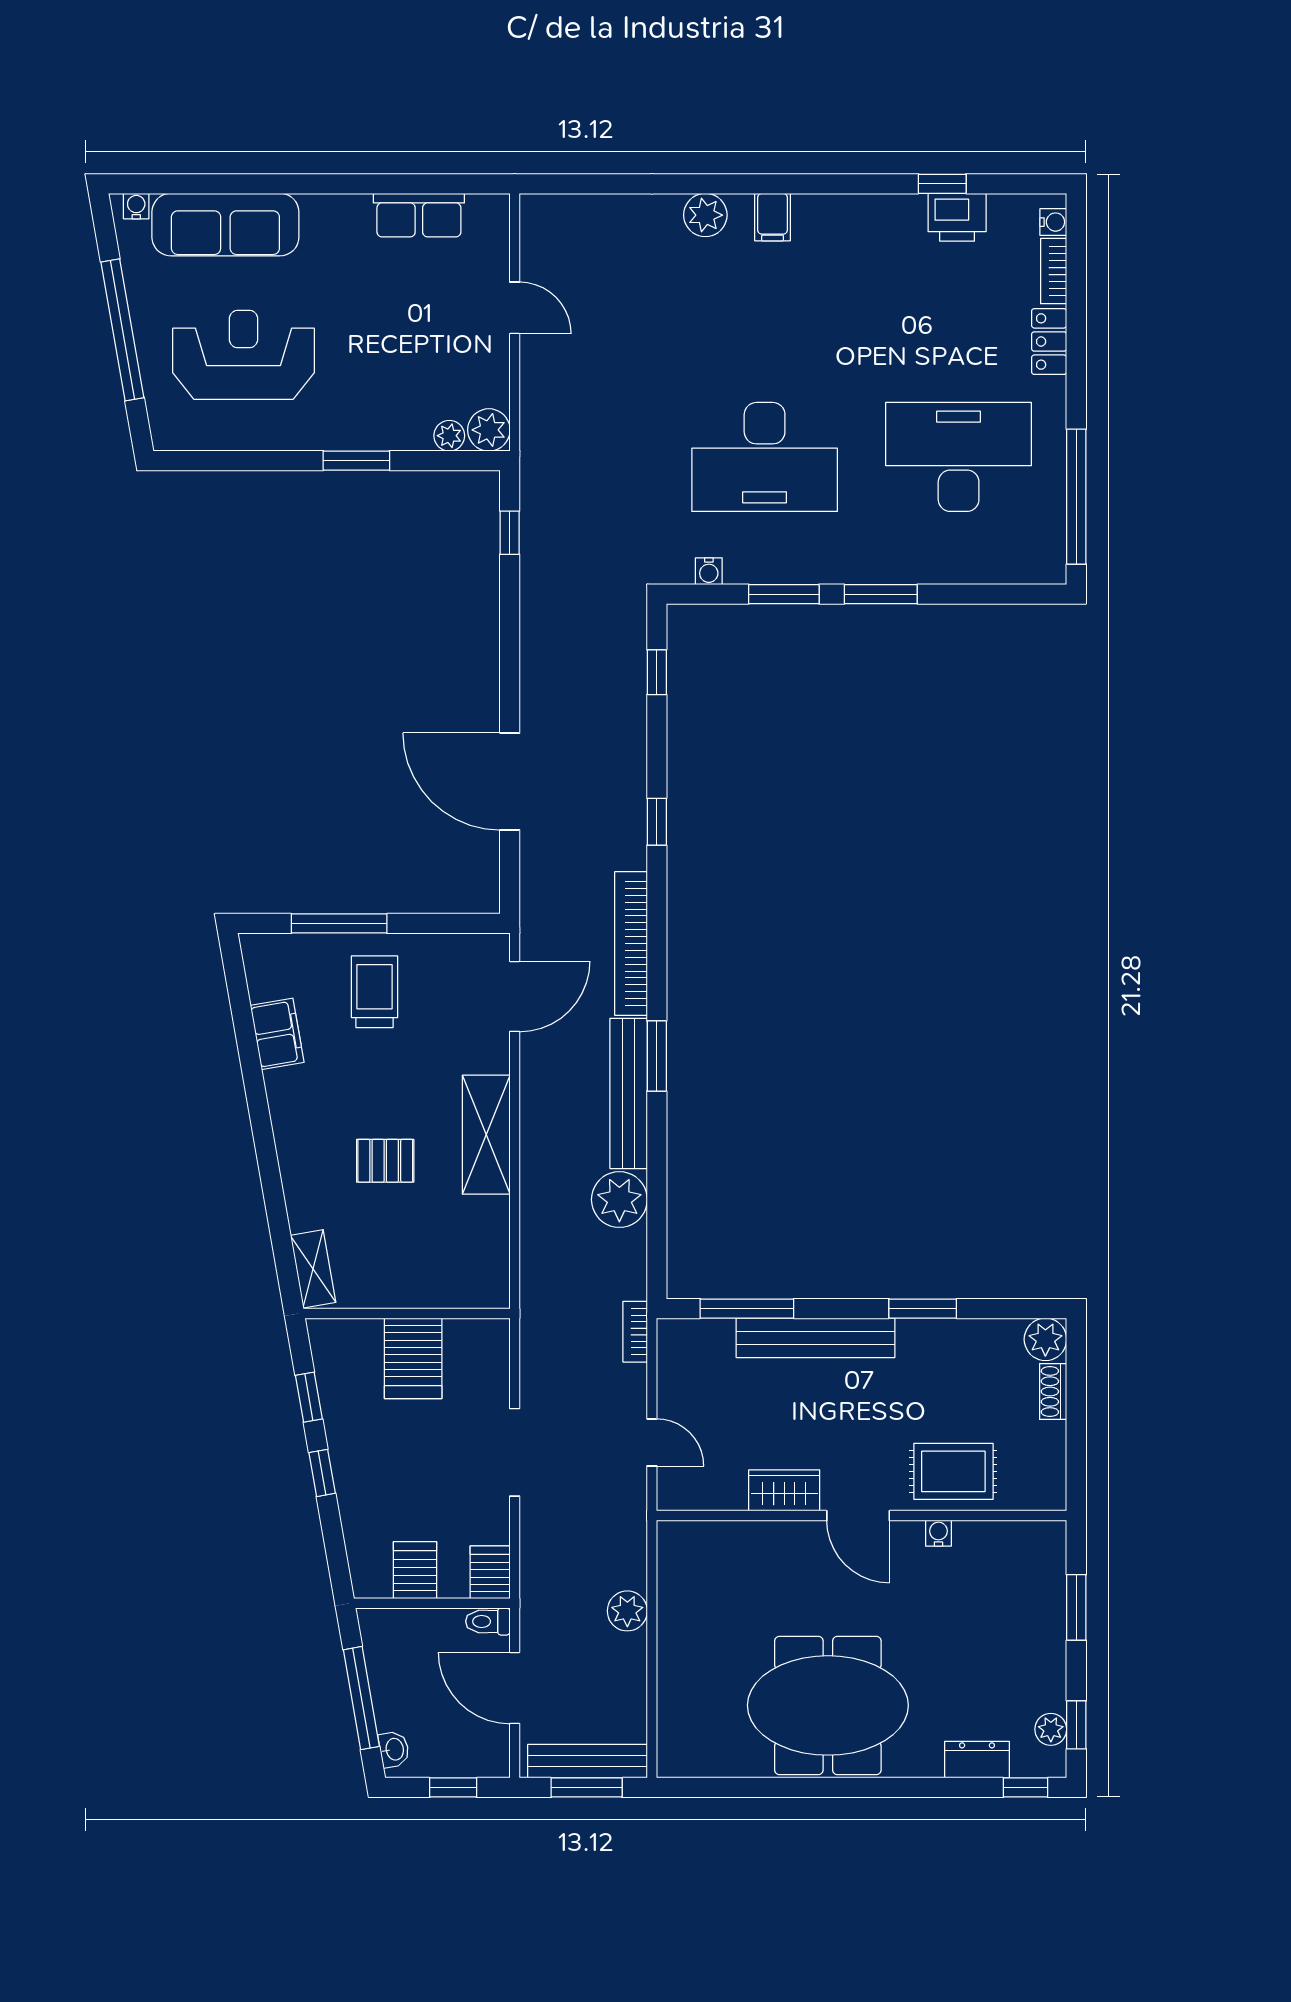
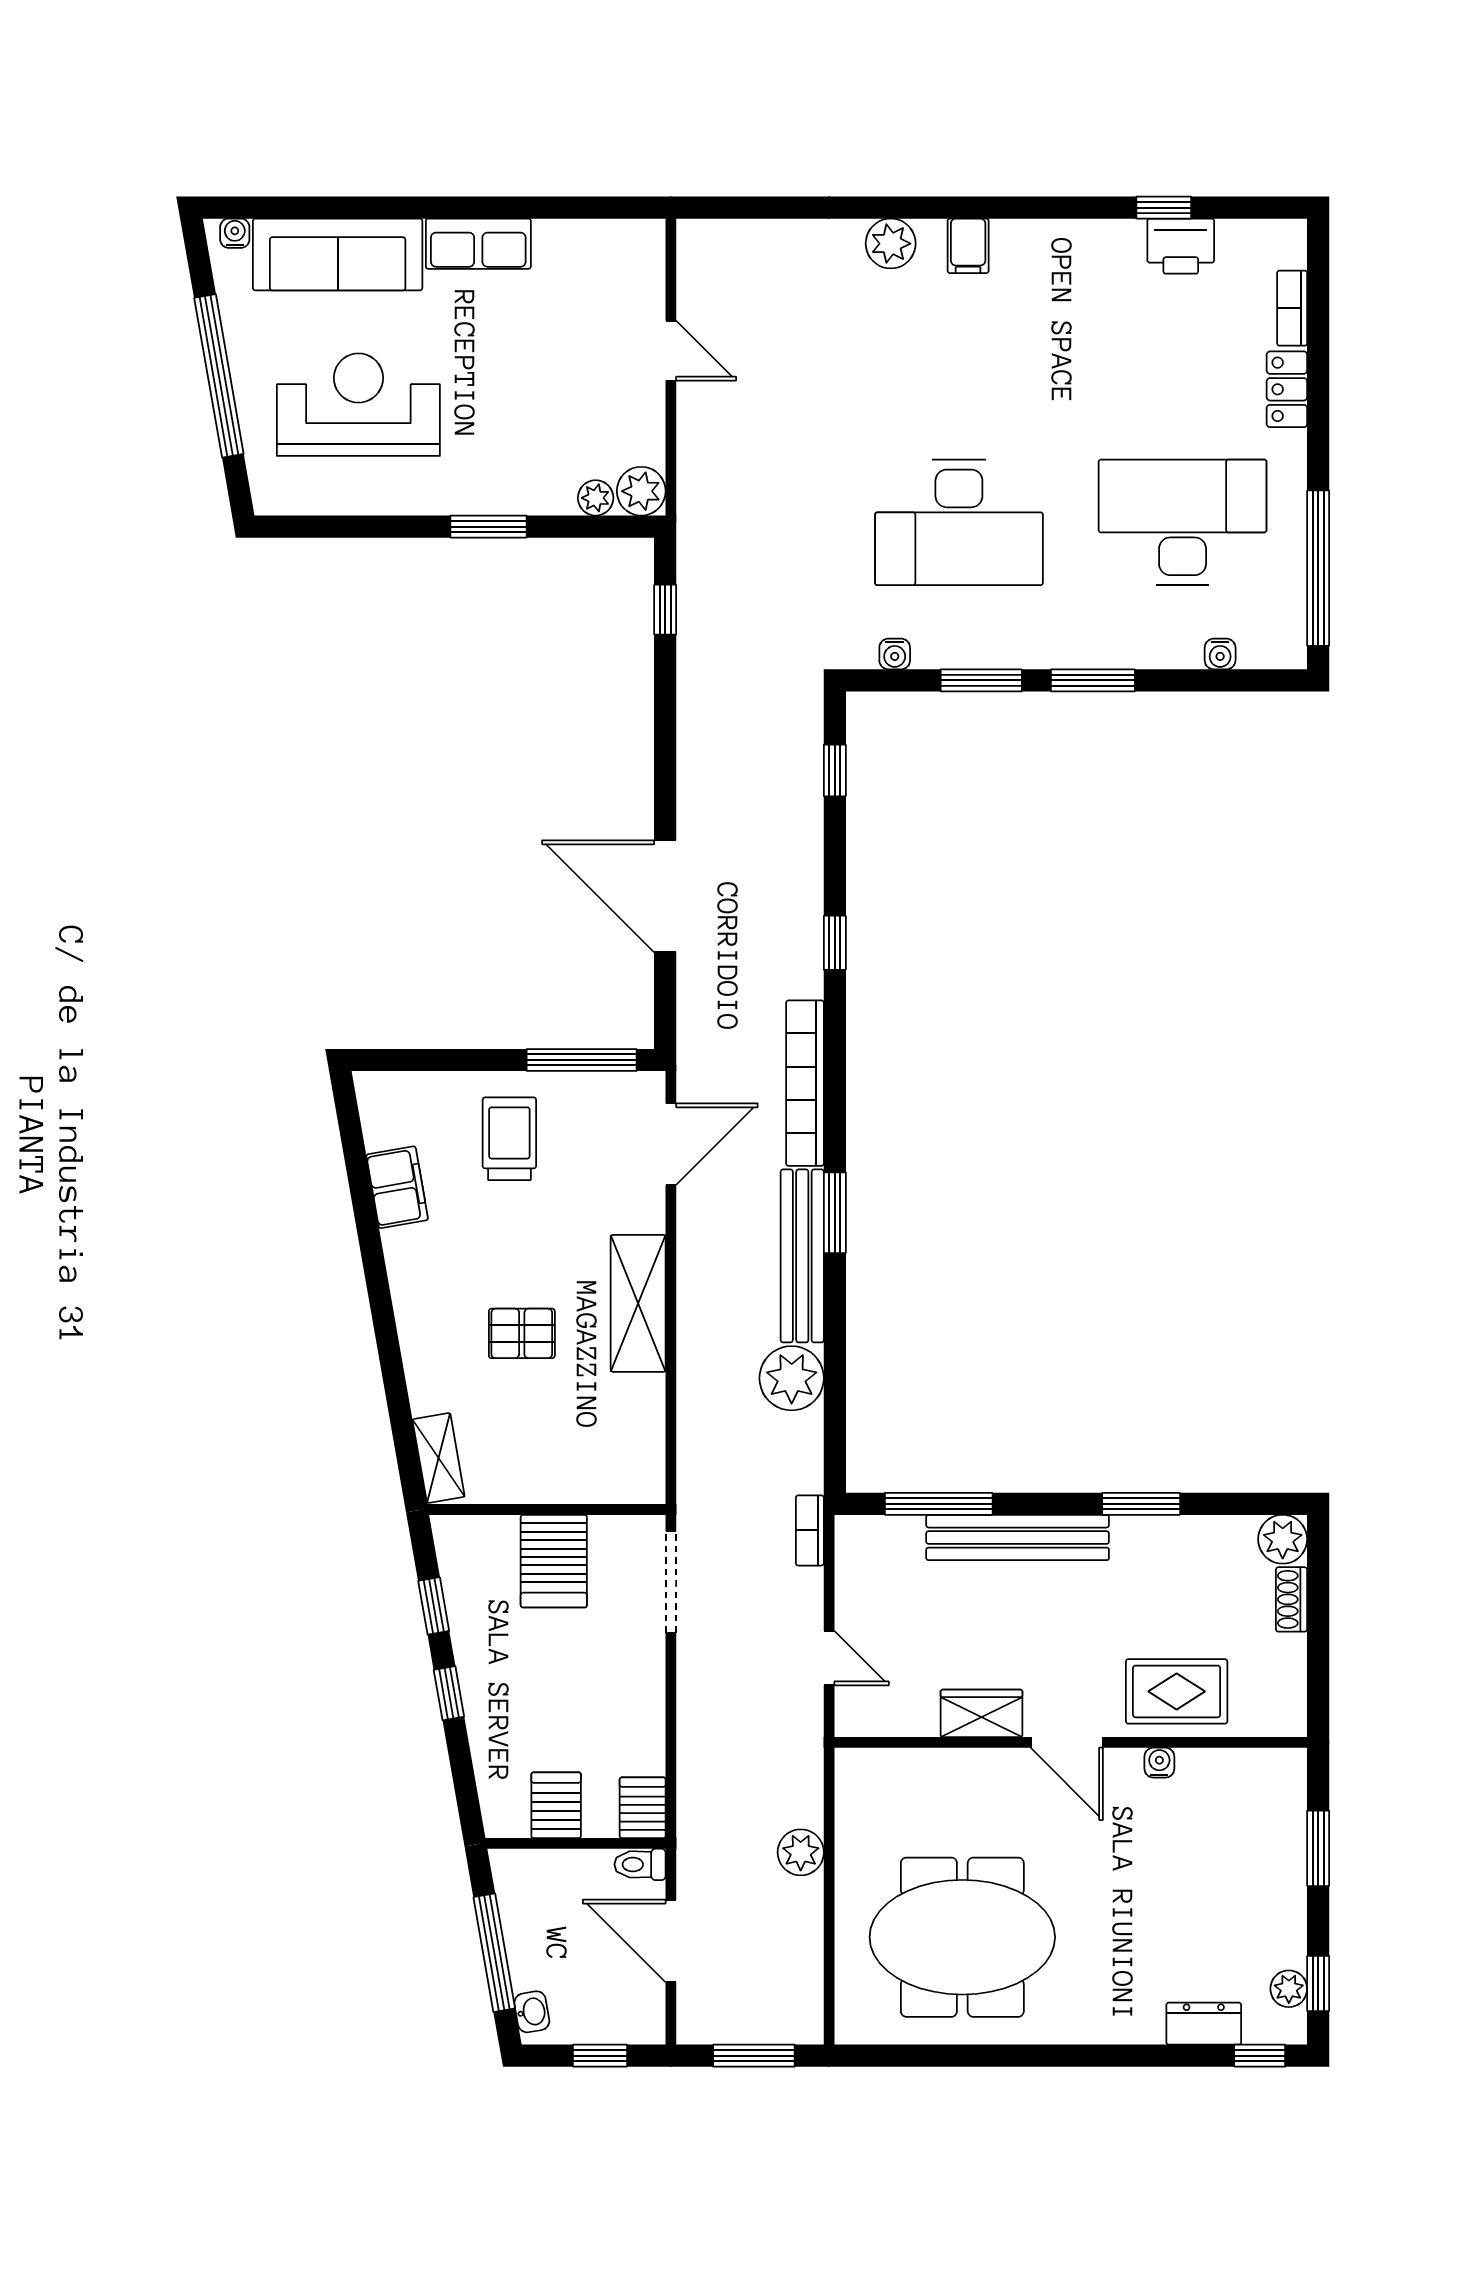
row of seats: (419, 215) -> (478, 244), moved
water cooler: (1053, 222) -> (1220, 654), moved, turned 90
window: (339, 923) -> (582, 1060), moved
doorway: (515, 1452) -> (671, 1582), moved
meeting table: (828, 1705) -> (962, 1937), moved
bench: (587, 1761) -> (755, 2025), removed

